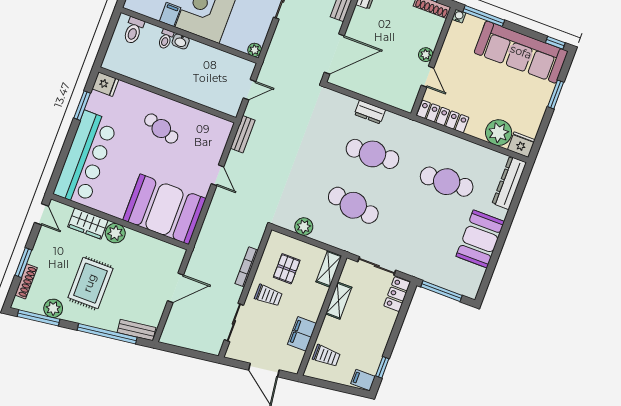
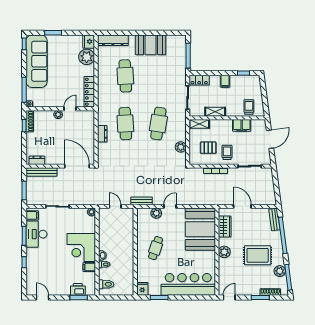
plant: (215, 150) -> (156, 213), added
wardrobe: (88, 223) -> (225, 227), moved
filing cabinet: (363, 380) -> (225, 81), moved

